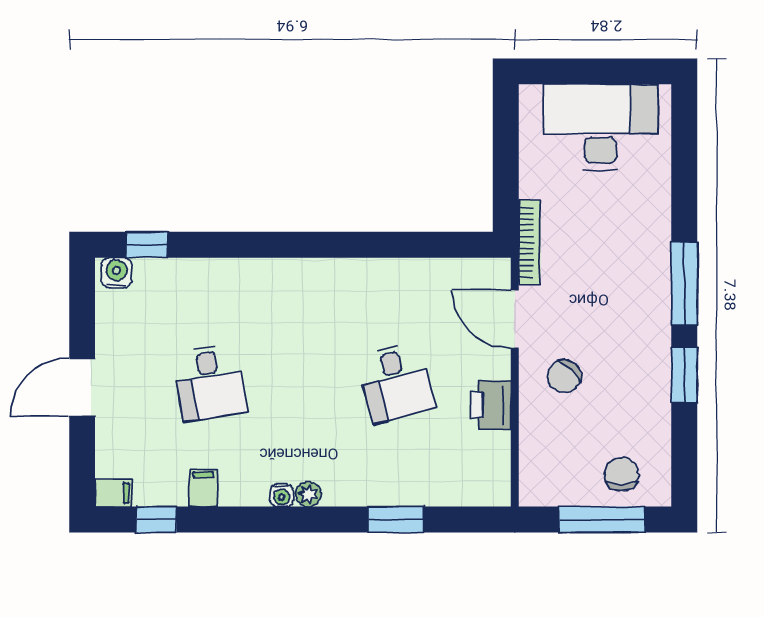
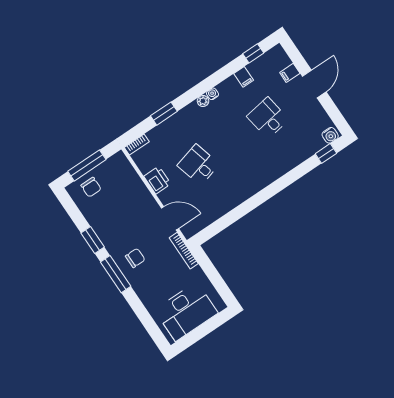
chair: (564, 376) -> (135, 258), moved, turned 48
filing cabinet: (113, 493) -> (290, 73), moved
bookcase: (484, 496) -> (137, 145), added

